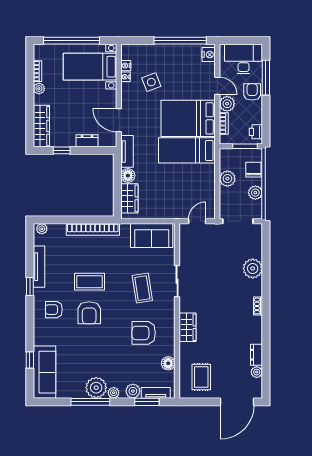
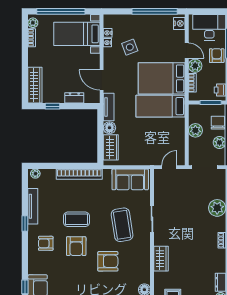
plant: (39, 89) -> (33, 23), moved
coffee table: (142, 288) -> (122, 225), width x1.36, depth x1.32
armchair: (144, 333) -> (108, 261), moved, turned 180

